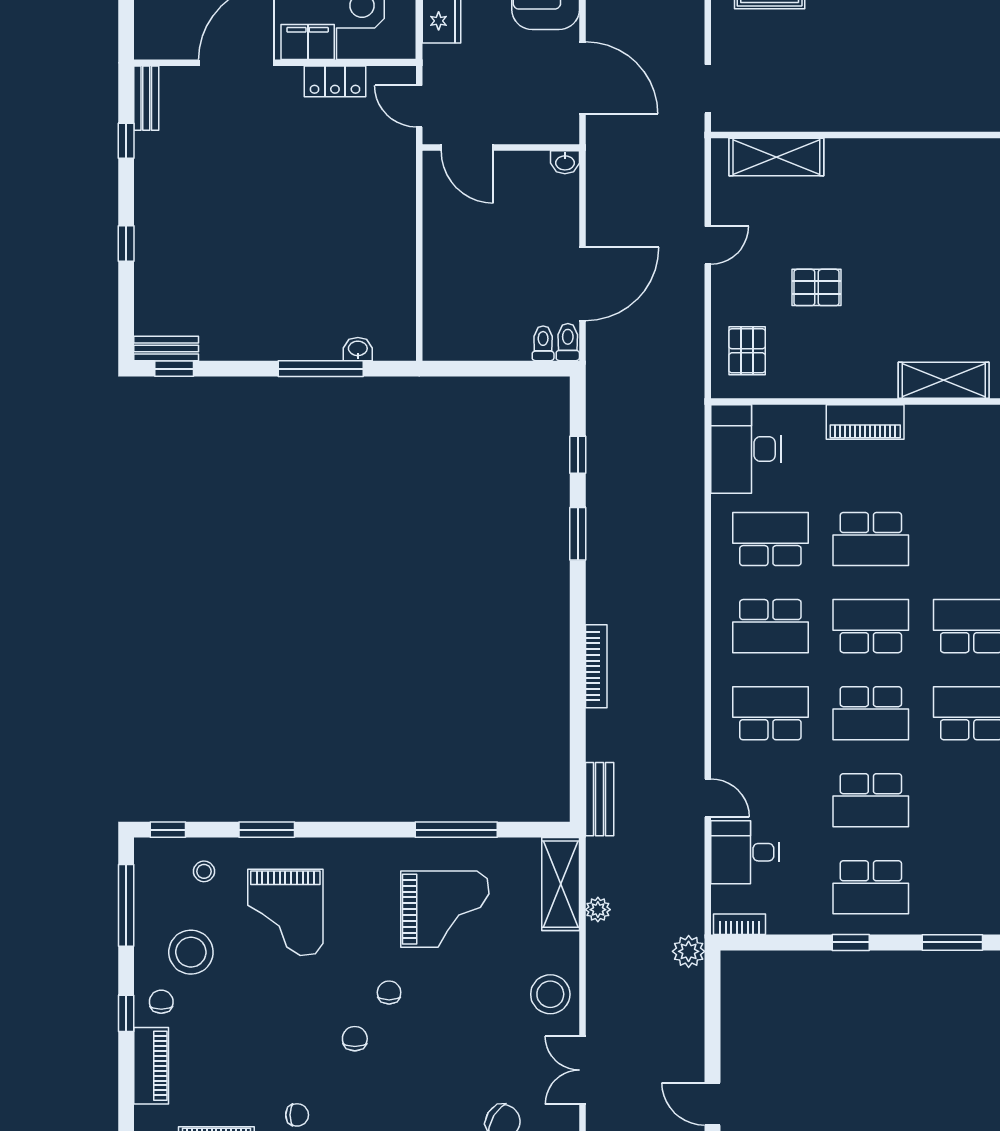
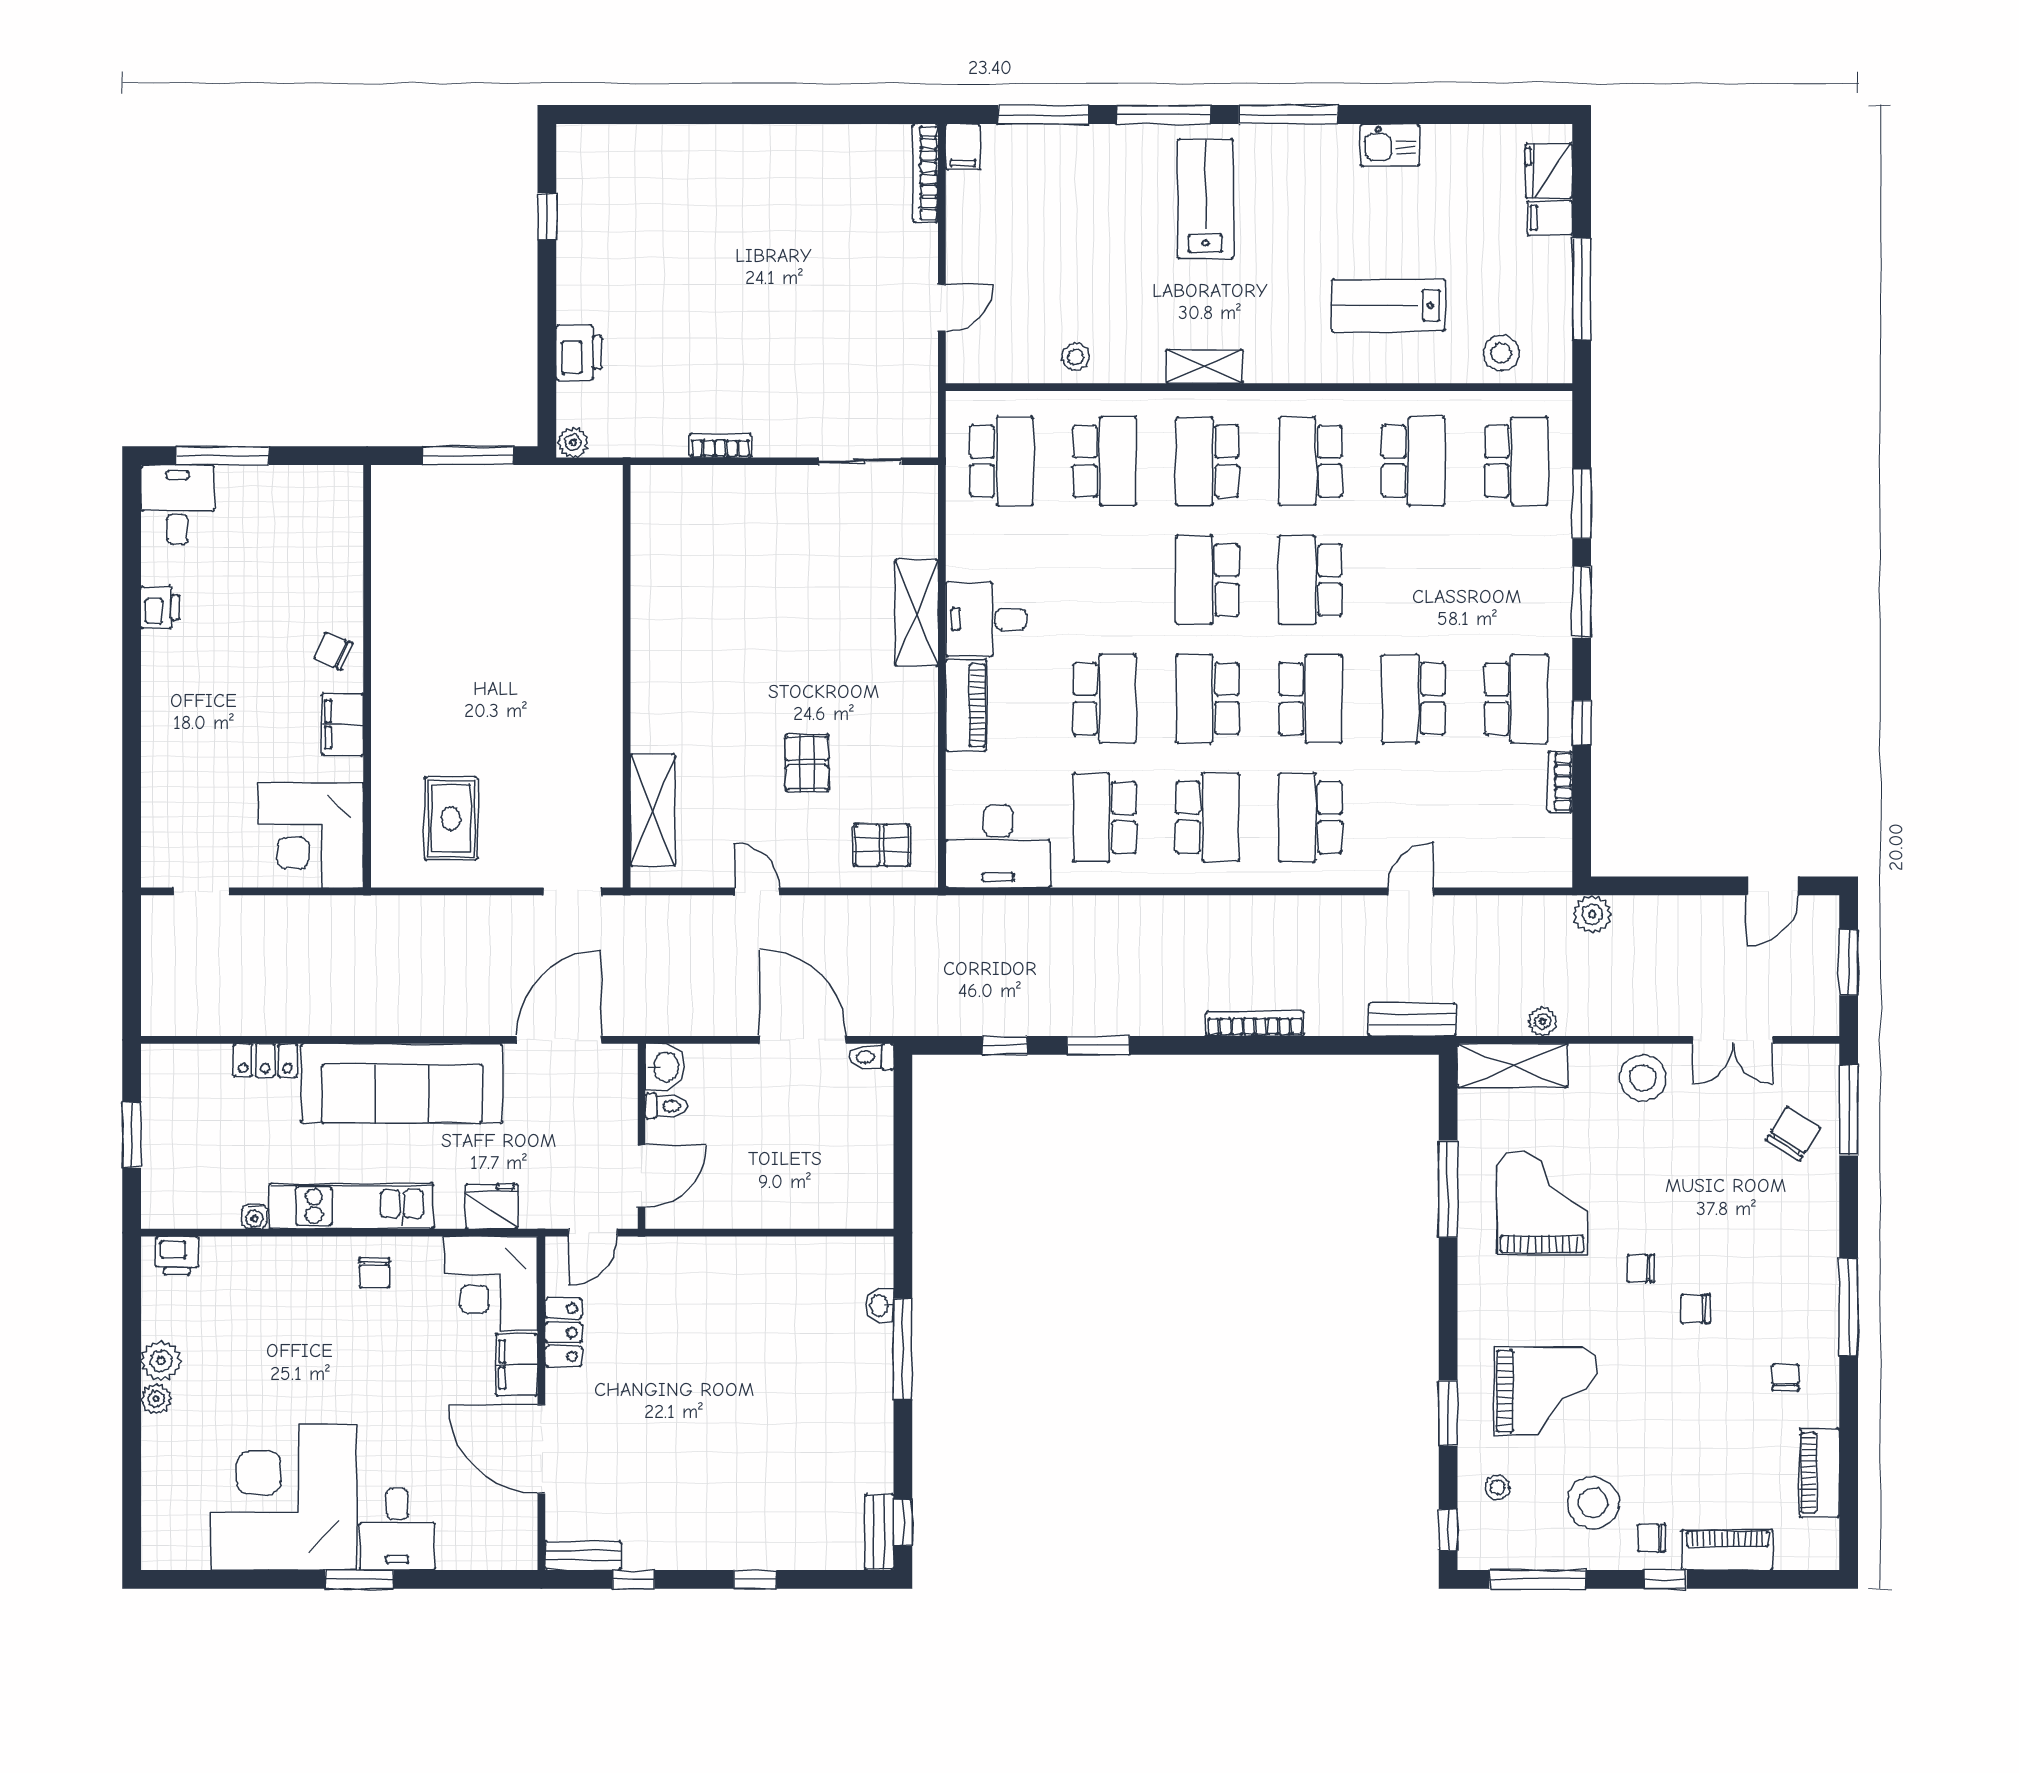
washbasin: (565, 162) -> (665, 1067), width x1.38, depth x1.45
toilet: (543, 343) -> (666, 1106), moved, turned 180
school desk: (871, 800) -> (1413, 699), turned 180
desk: (745, 852) -> (986, 619), moved, turned 90
bookcase: (739, 924) -> (1560, 782), moved

